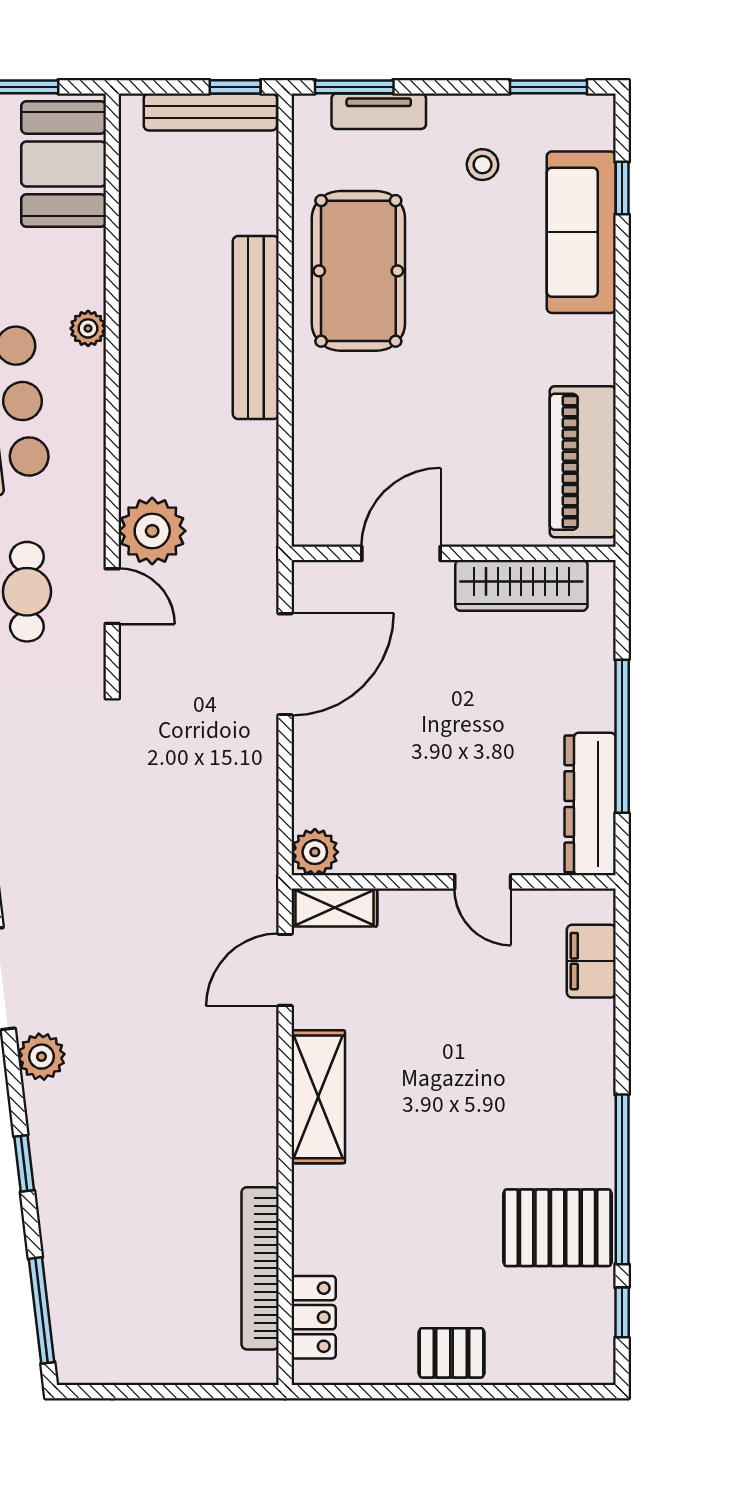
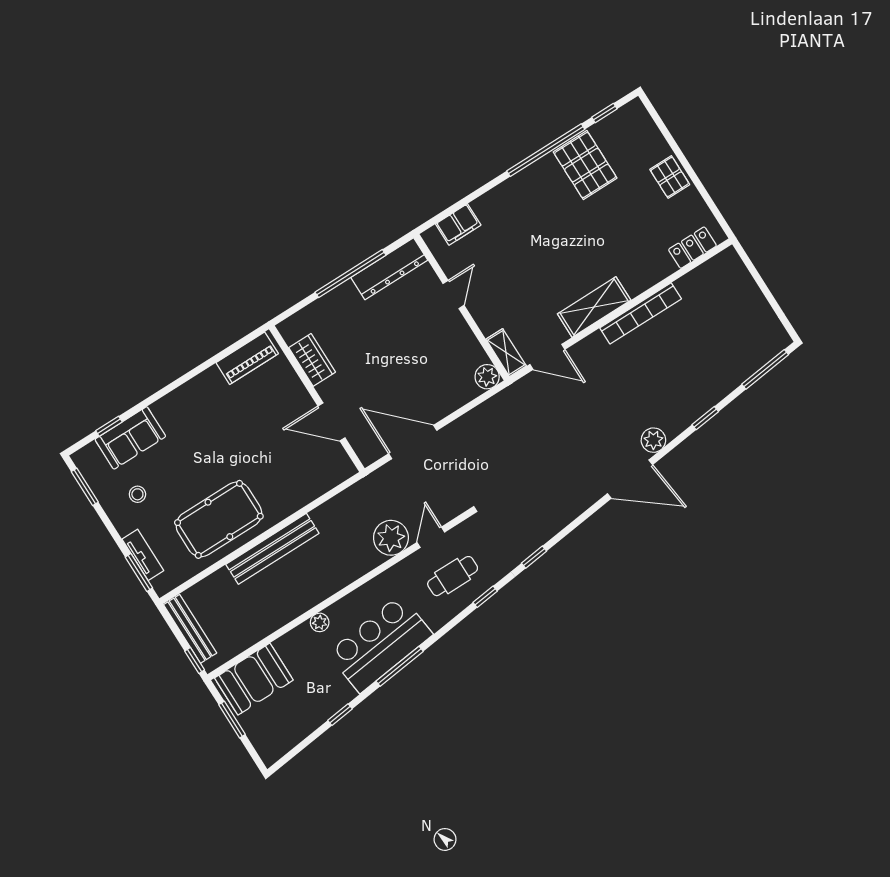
window: (235, 87) -> (195, 660), moved
sofa: (581, 232) -> (130, 438), width x0.73
piano: (583, 462) -> (247, 358), width x0.73, depth x0.75
wardrobe: (521, 585) -> (312, 360), width x0.67
bookcase: (260, 1268) -> (641, 313), moved

